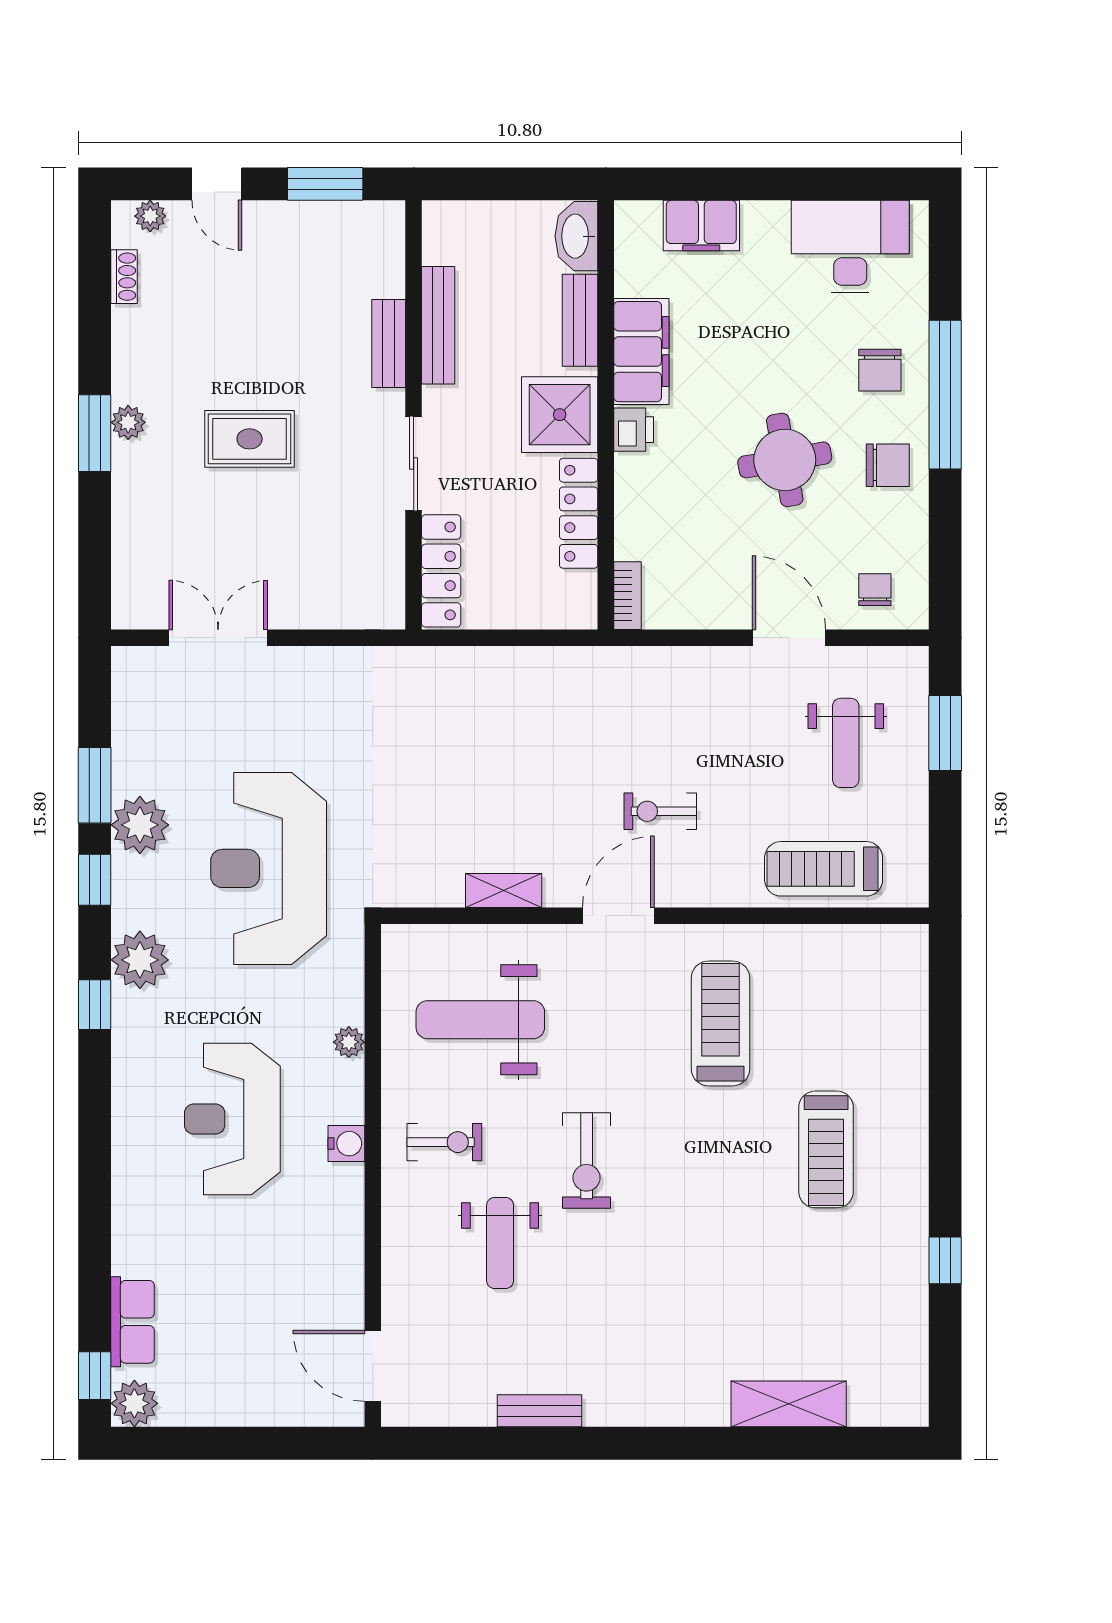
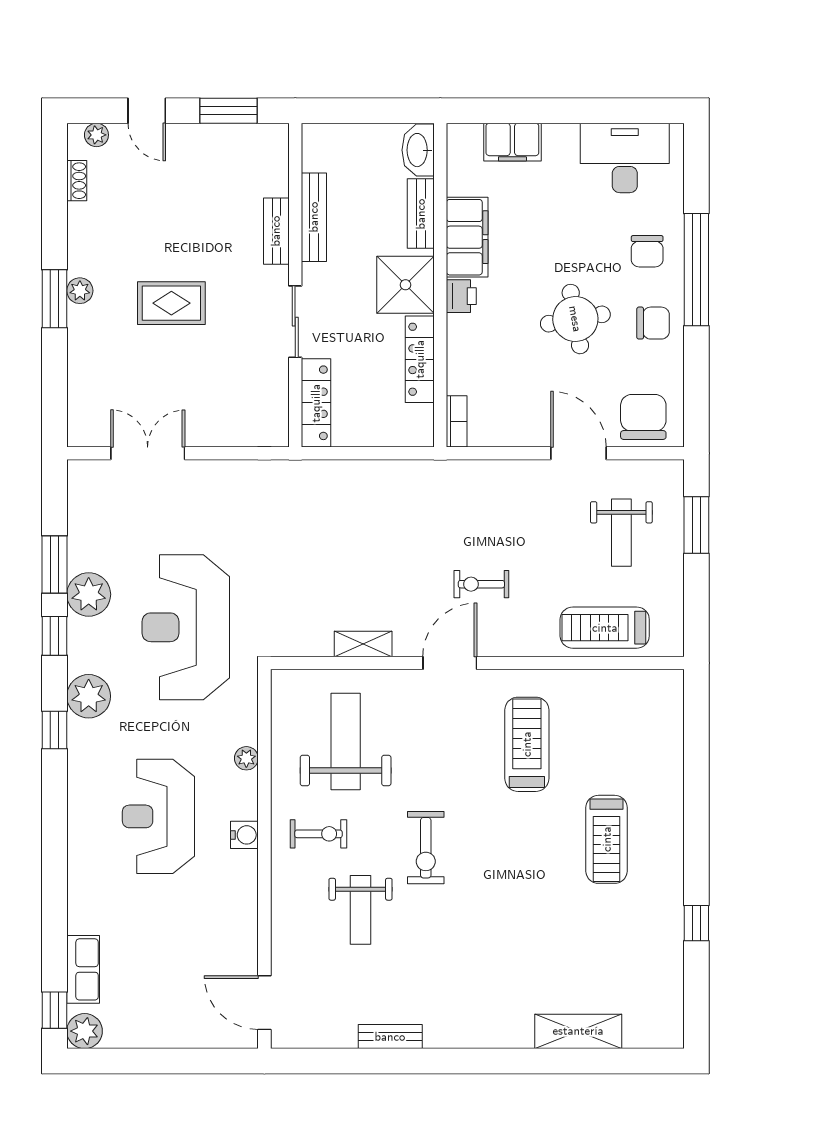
chair: (875, 590) -> (643, 417), width x1.87, depth x1.87
weight bench: (480, 1020) -> (346, 741), turned 90

